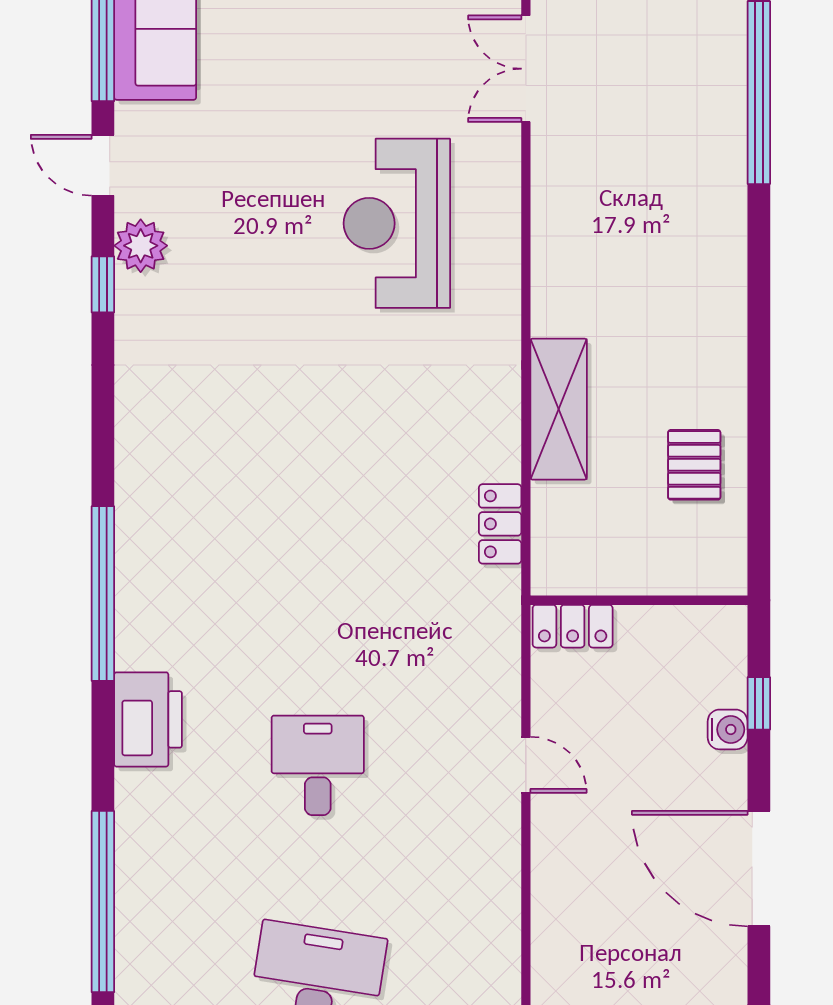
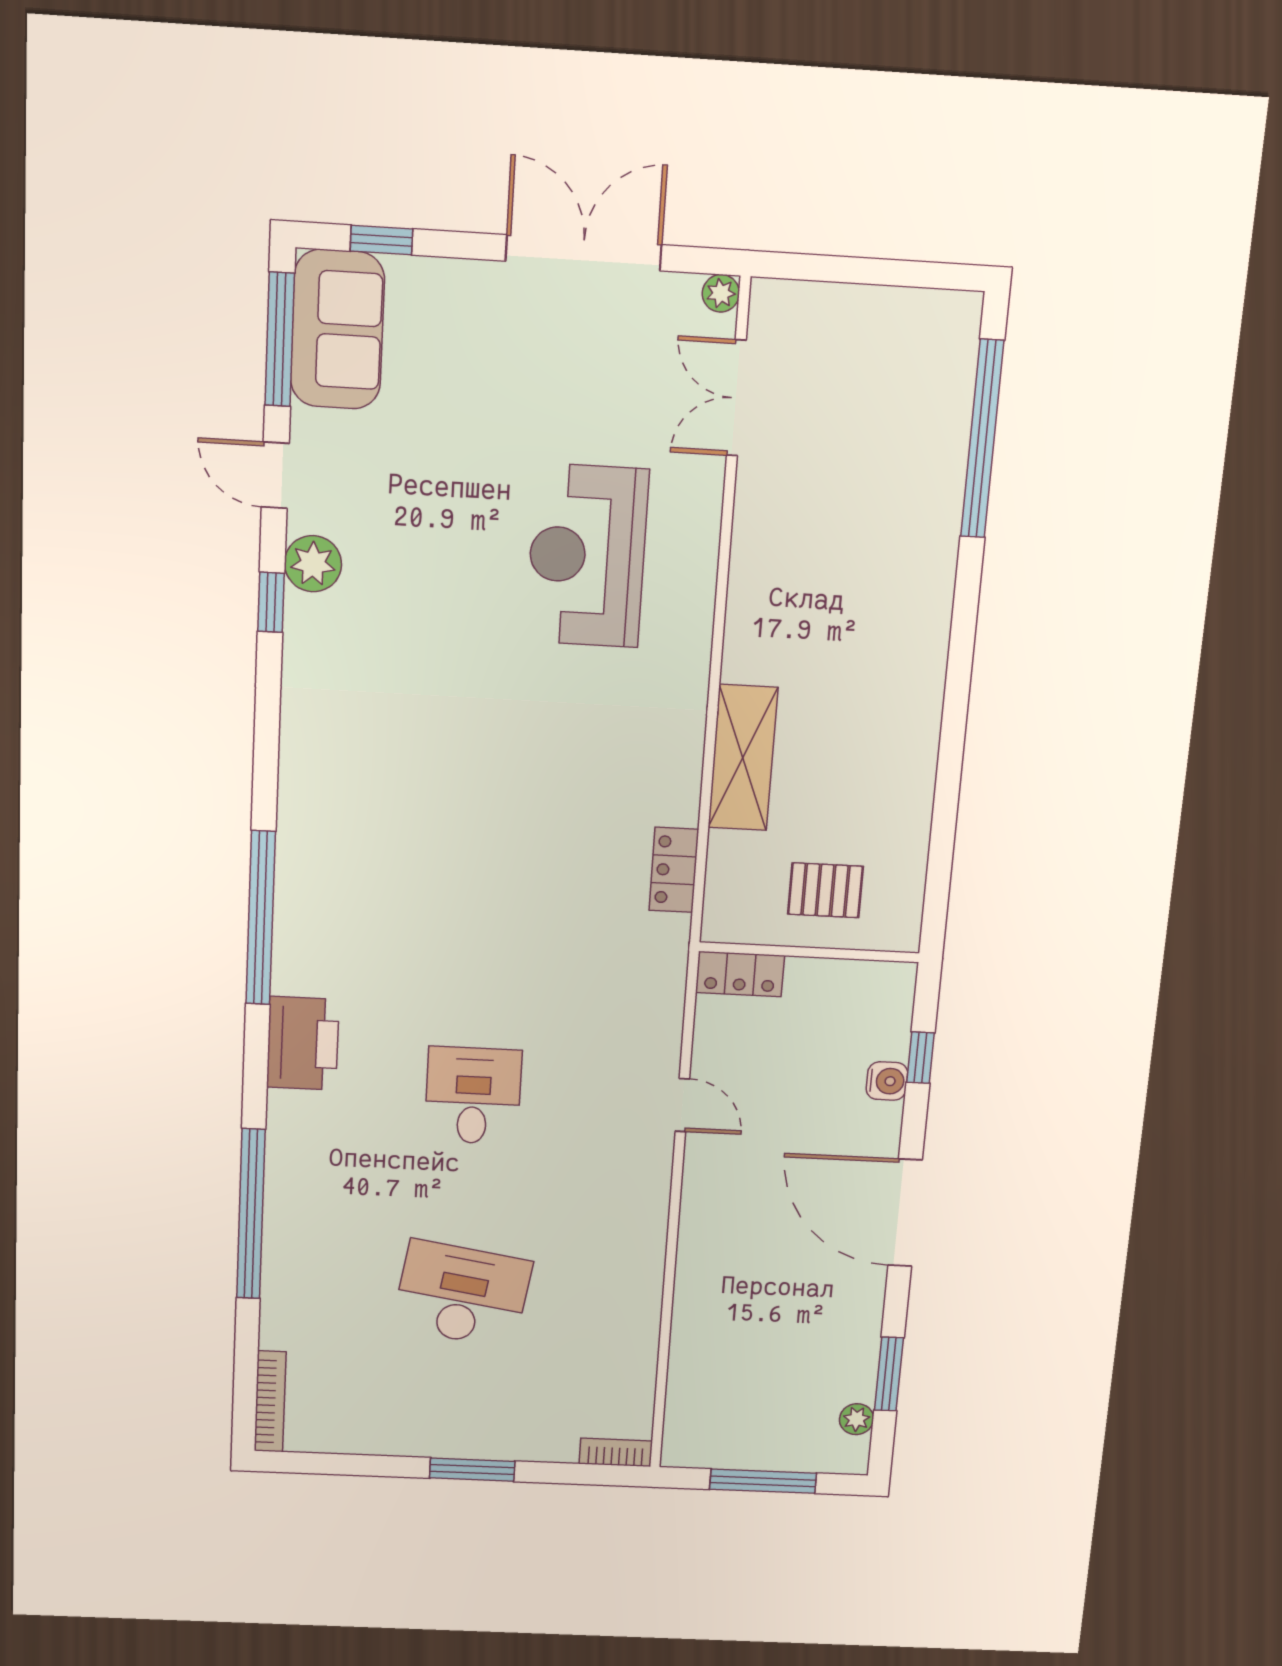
pallet: (694, 465) -> (825, 890), moved, turned 90

